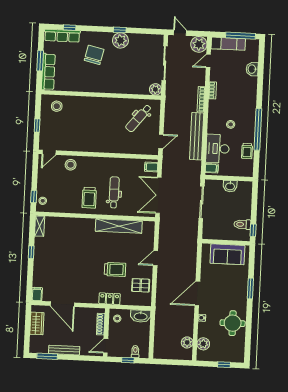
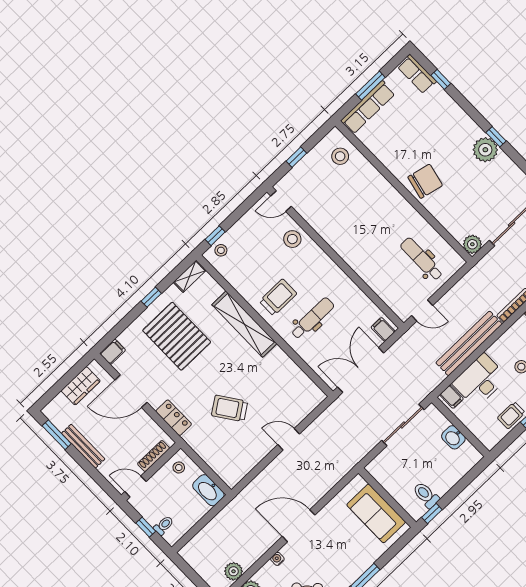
row of seats: (62, 36) -> (417, 74), width x0.68
chair: (94, 55) -> (425, 181), moved
dental chair: (139, 118) -> (422, 259), turned 51
trolley: (89, 198) -> (278, 297), turned 180
shelving: (119, 226) -> (244, 324), moved
trolley: (115, 269) -> (230, 408), turned 145
pallet: (141, 285) -> (177, 336), moved, width x2.05, depth x2.00
locker: (110, 299) -> (174, 418), moved
door: (62, 304) -> (131, 391), hinge flipped

